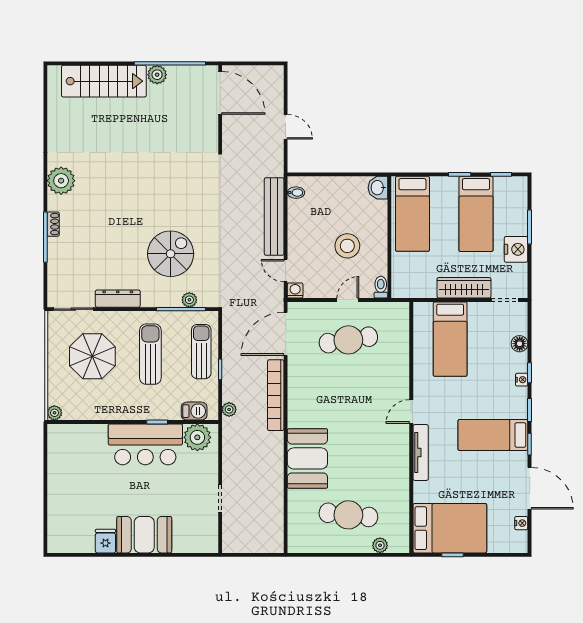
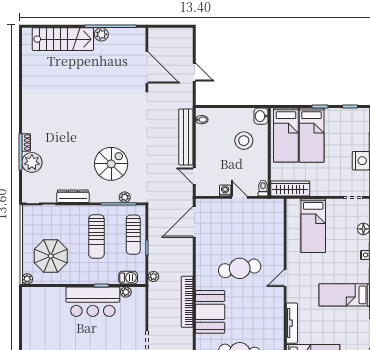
door: (220, 93) -> (147, 68), moved
plant: (61, 181) -> (32, 162), moved
bed: (476, 214) -> (312, 135), moved
stool: (347, 246) -> (244, 141), moved
wardrobe: (464, 288) -> (290, 188), moved
washing machine: (295, 290) -> (225, 190), moved
door: (348, 300) -> (239, 197), hinge flipped
cafe table: (348, 340) -> (240, 268), moved
sun lounger: (201, 352) -> (133, 235), turned 180
sun lounger: (150, 354) -> (96, 236), turned 180
parasol: (92, 356) -> (51, 256), moved
bookcase: (276, 395) -> (187, 302), moved
plant: (197, 437) -> (126, 292), width x0.53, depth x0.53
tv unit: (421, 453) -> (292, 323), moved

